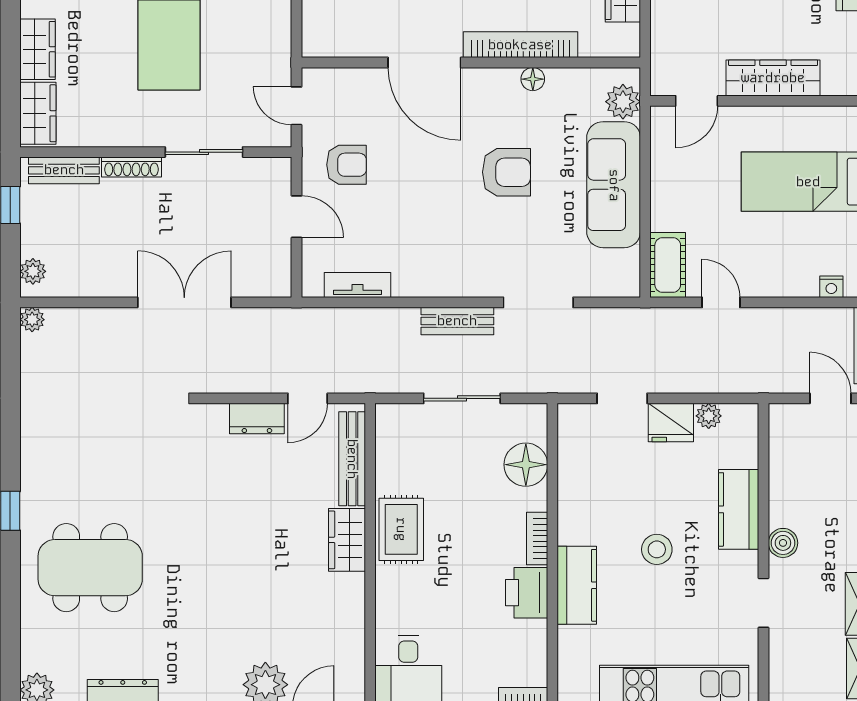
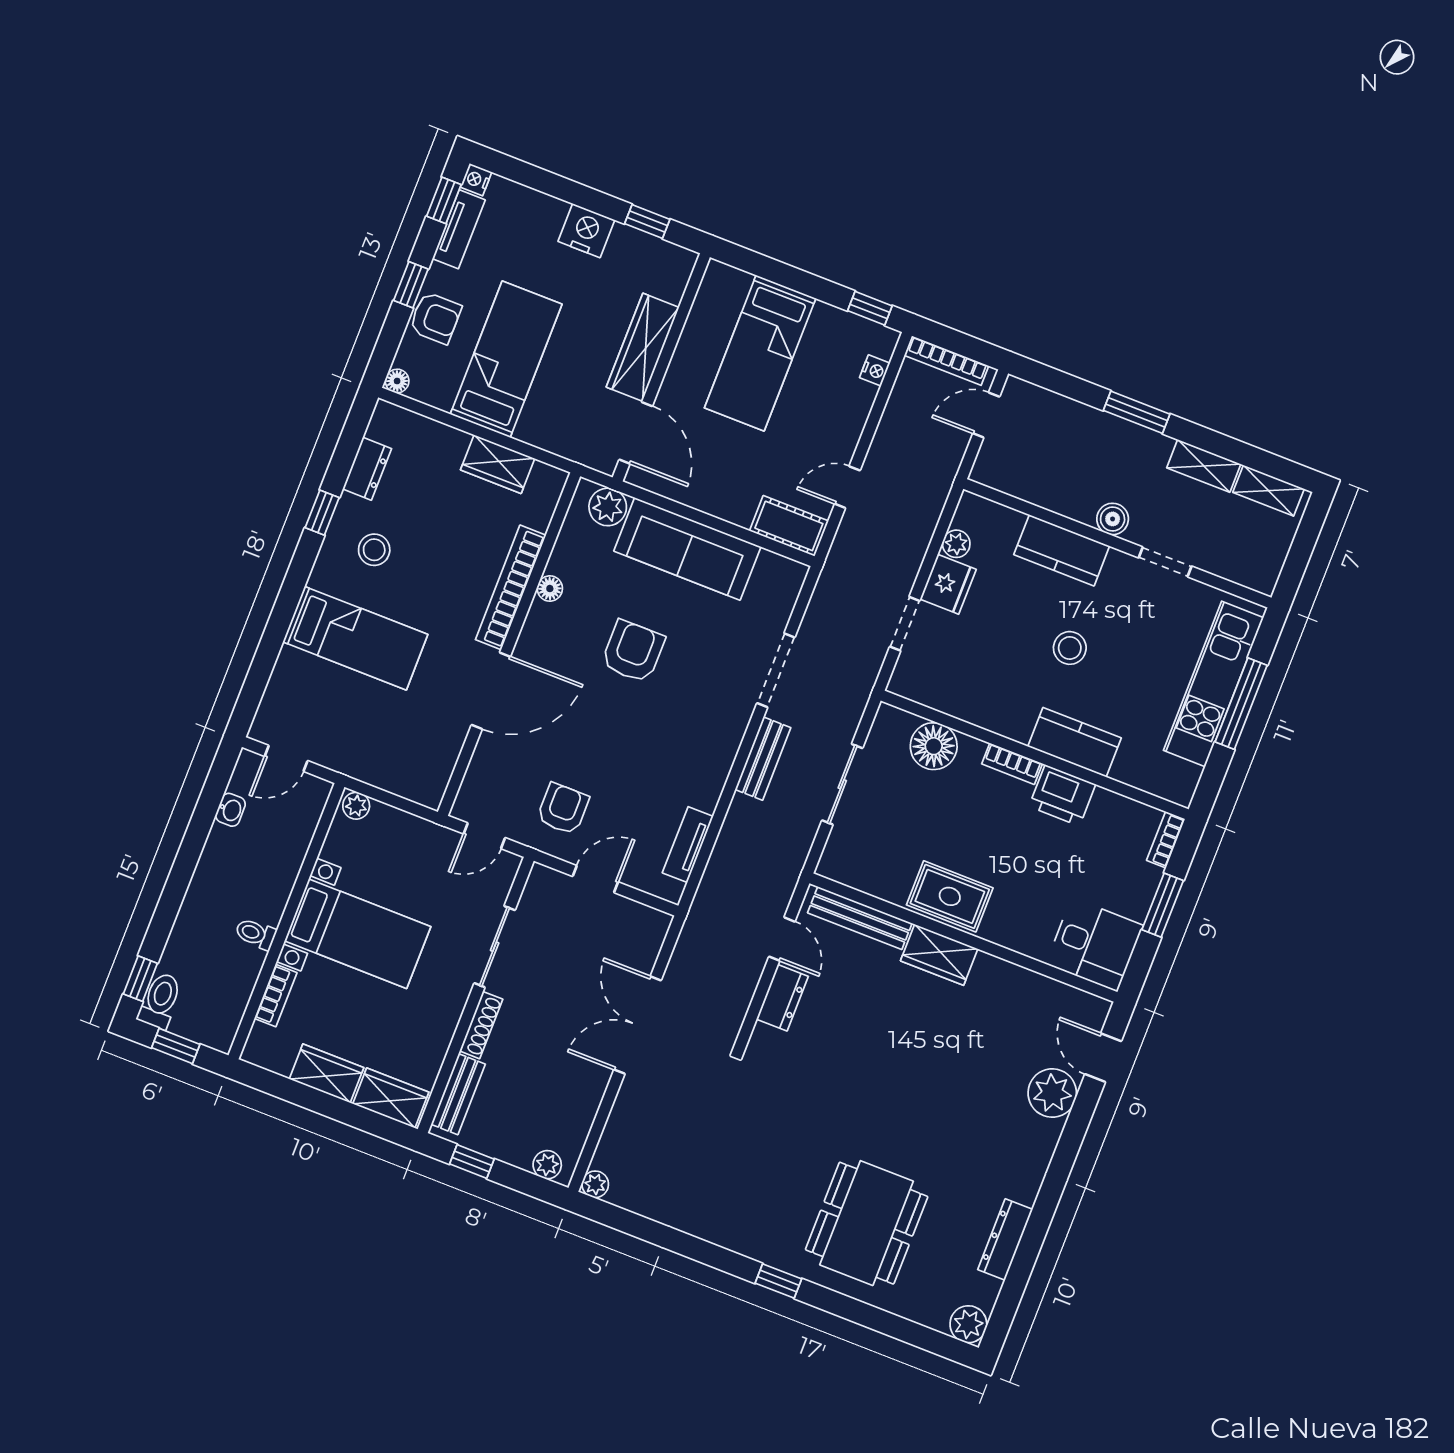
door: (697, 101) -> (636, 433), width x1.38

